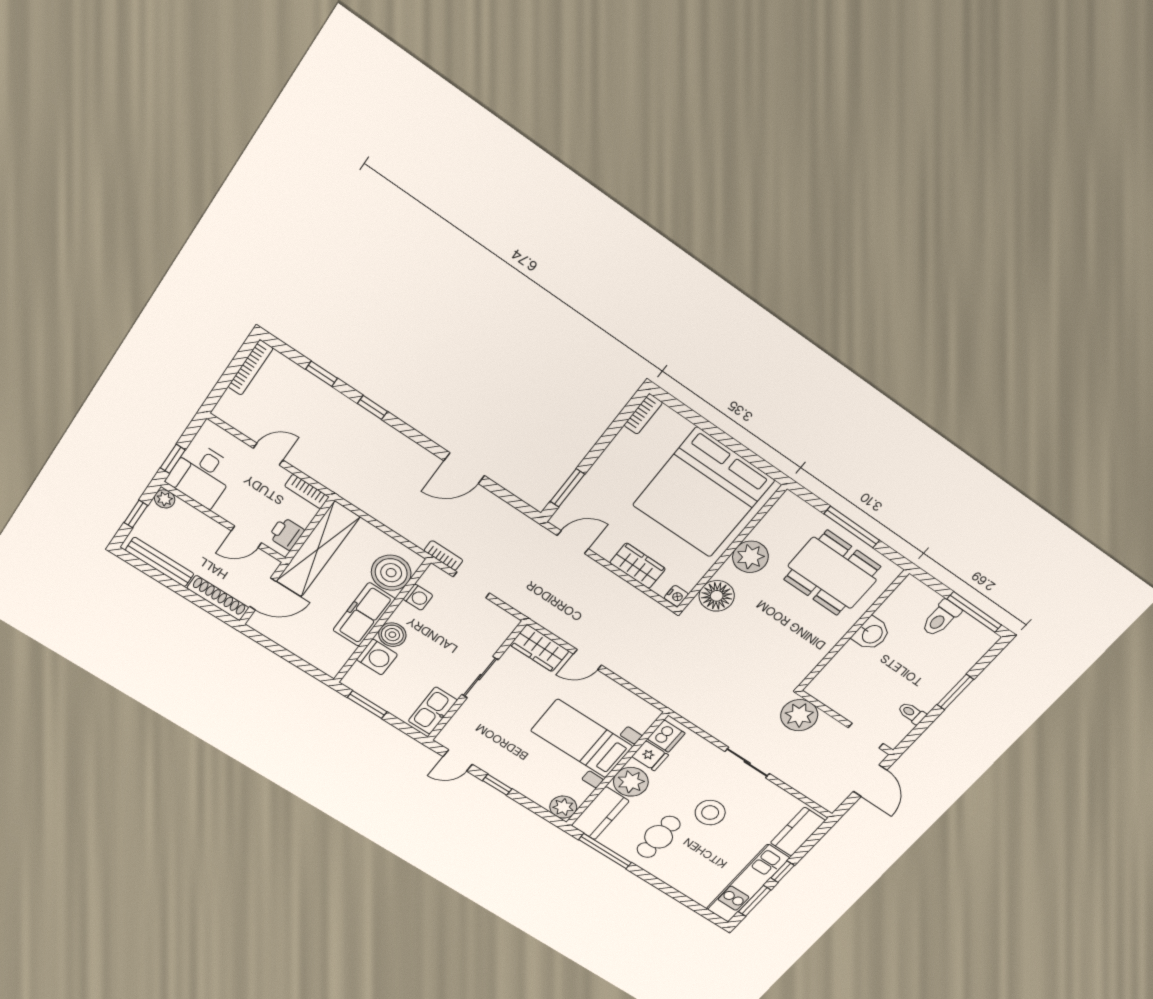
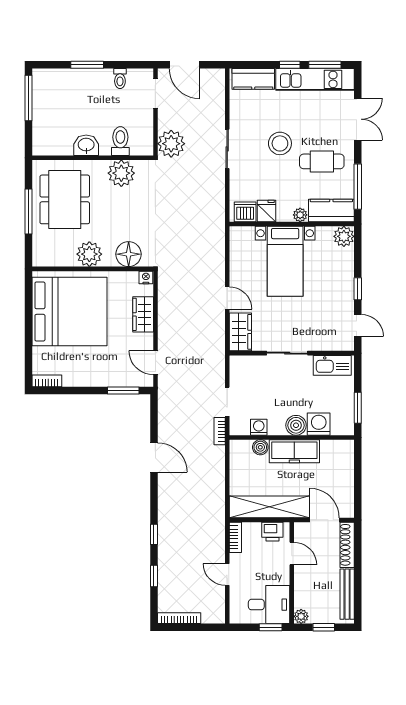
boiler: (391, 573) -> (260, 447), width x0.54, depth x0.54
toilet: (941, 618) -> (120, 141), moved, turned -90
plant: (811, 647) -> (121, 173), added
door: (870, 781) -> (184, 65), swing flipped
plant: (631, 782) -> (300, 215), width x0.53, depth x0.53
double door: (674, 894) -> (358, 119), added

